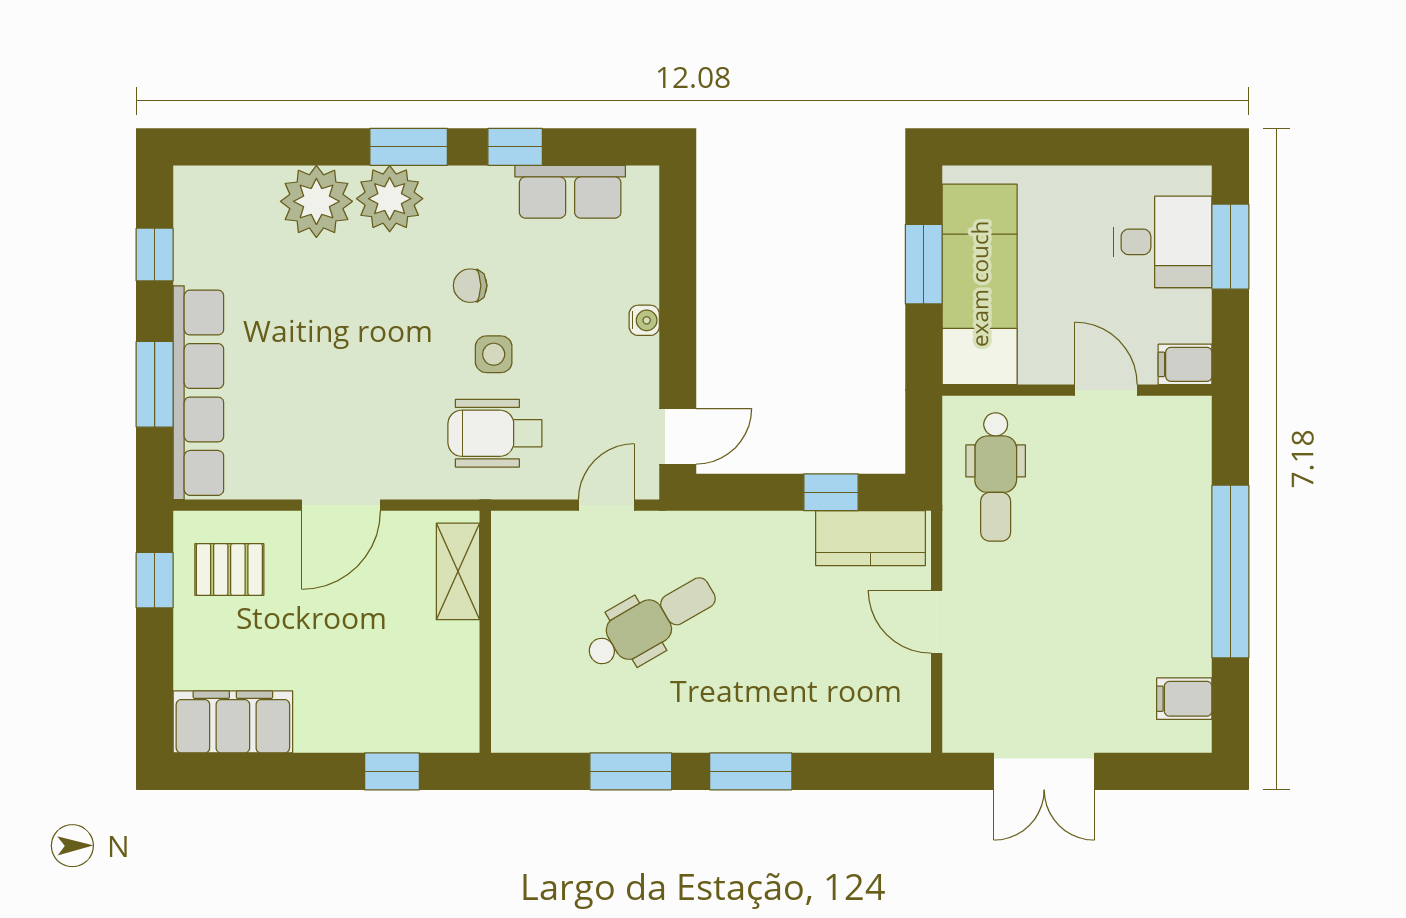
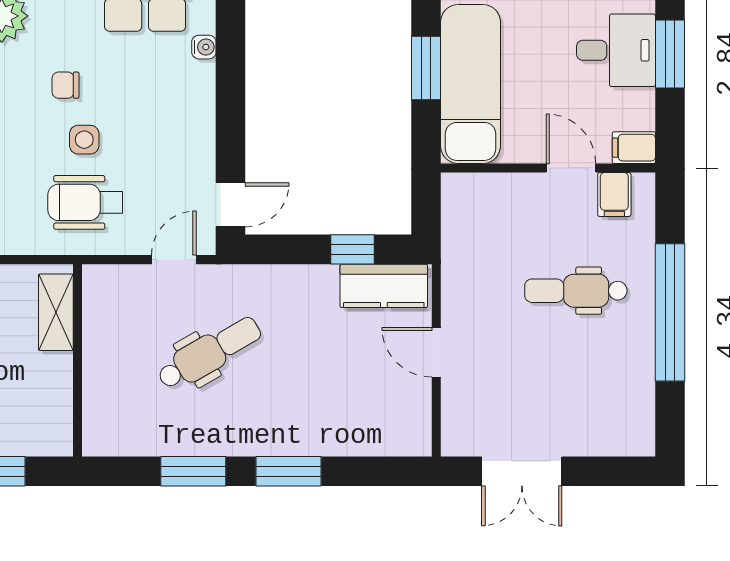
water cooler: (644, 320) -> (204, 47), moved
dental chair: (996, 477) -> (576, 291), moved, turned 90
filing cabinet: (1184, 699) -> (614, 194), moved, turned -90

